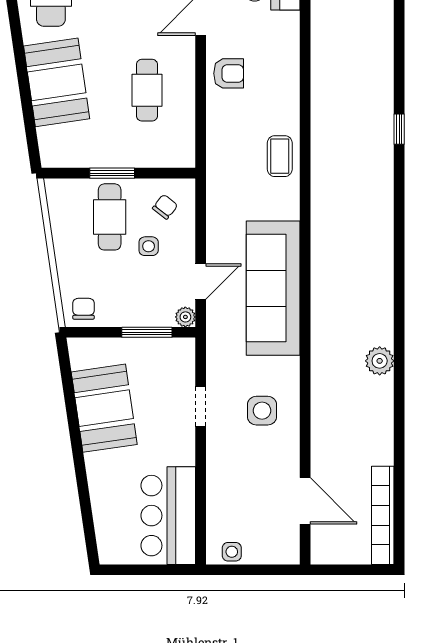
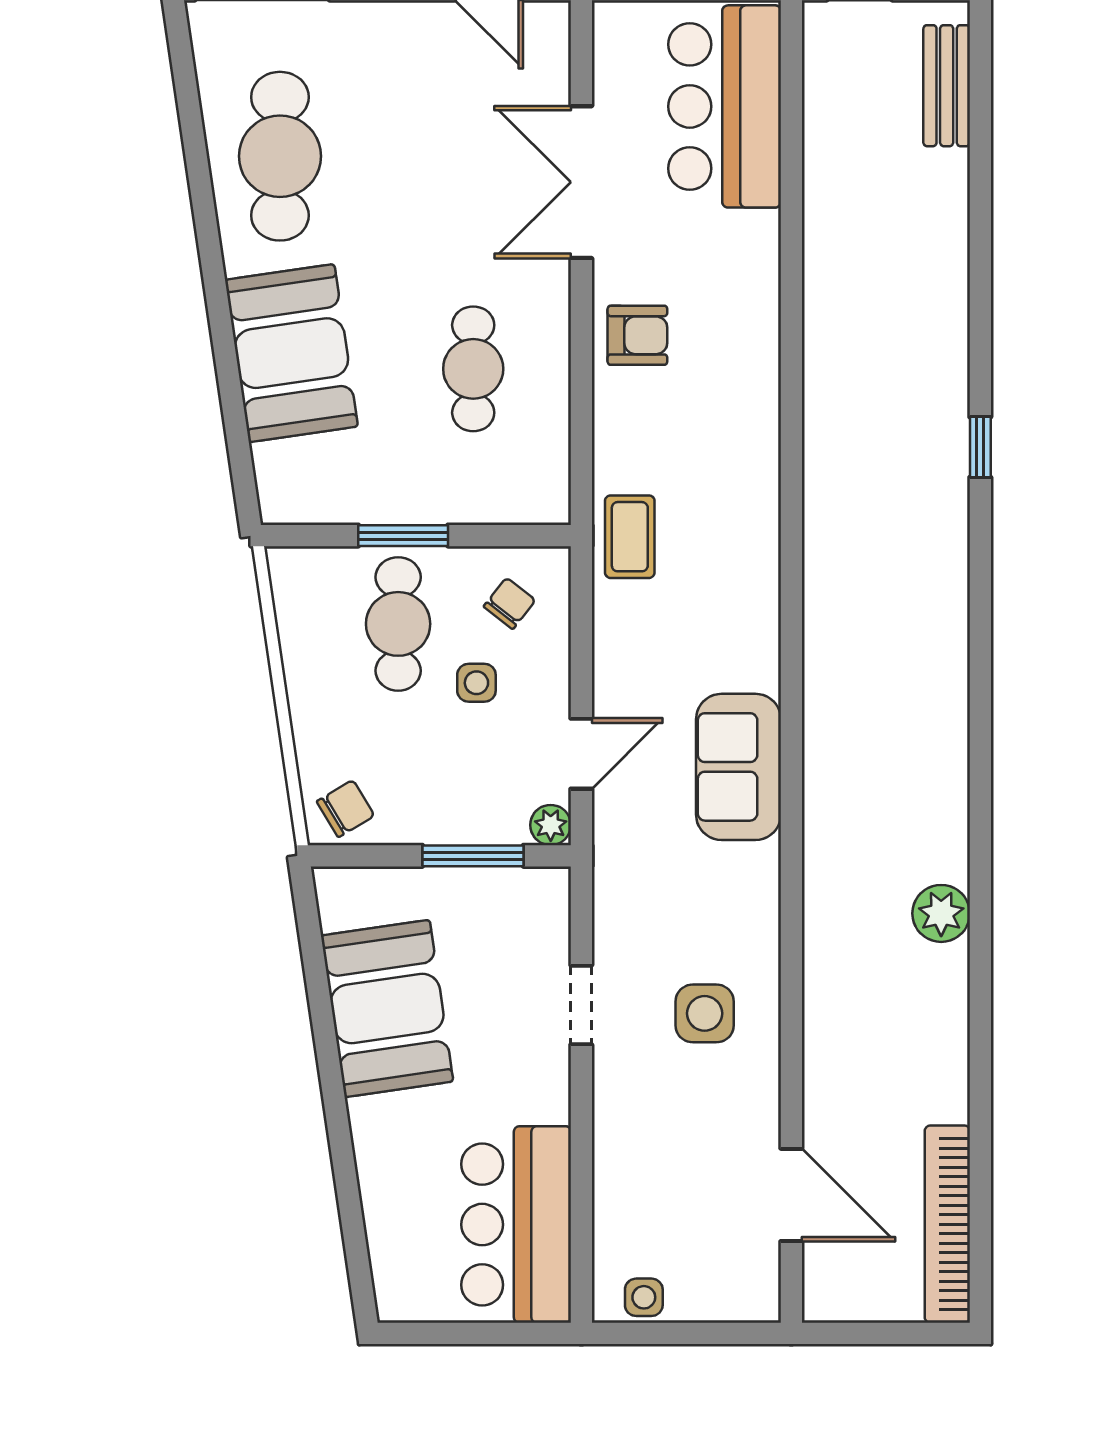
coffee table: (280, 156) -> (630, 537), moved
sofa: (273, 288) -> (739, 767), width x0.54, depth x0.79
chair: (84, 309) -> (346, 809), turned 59

